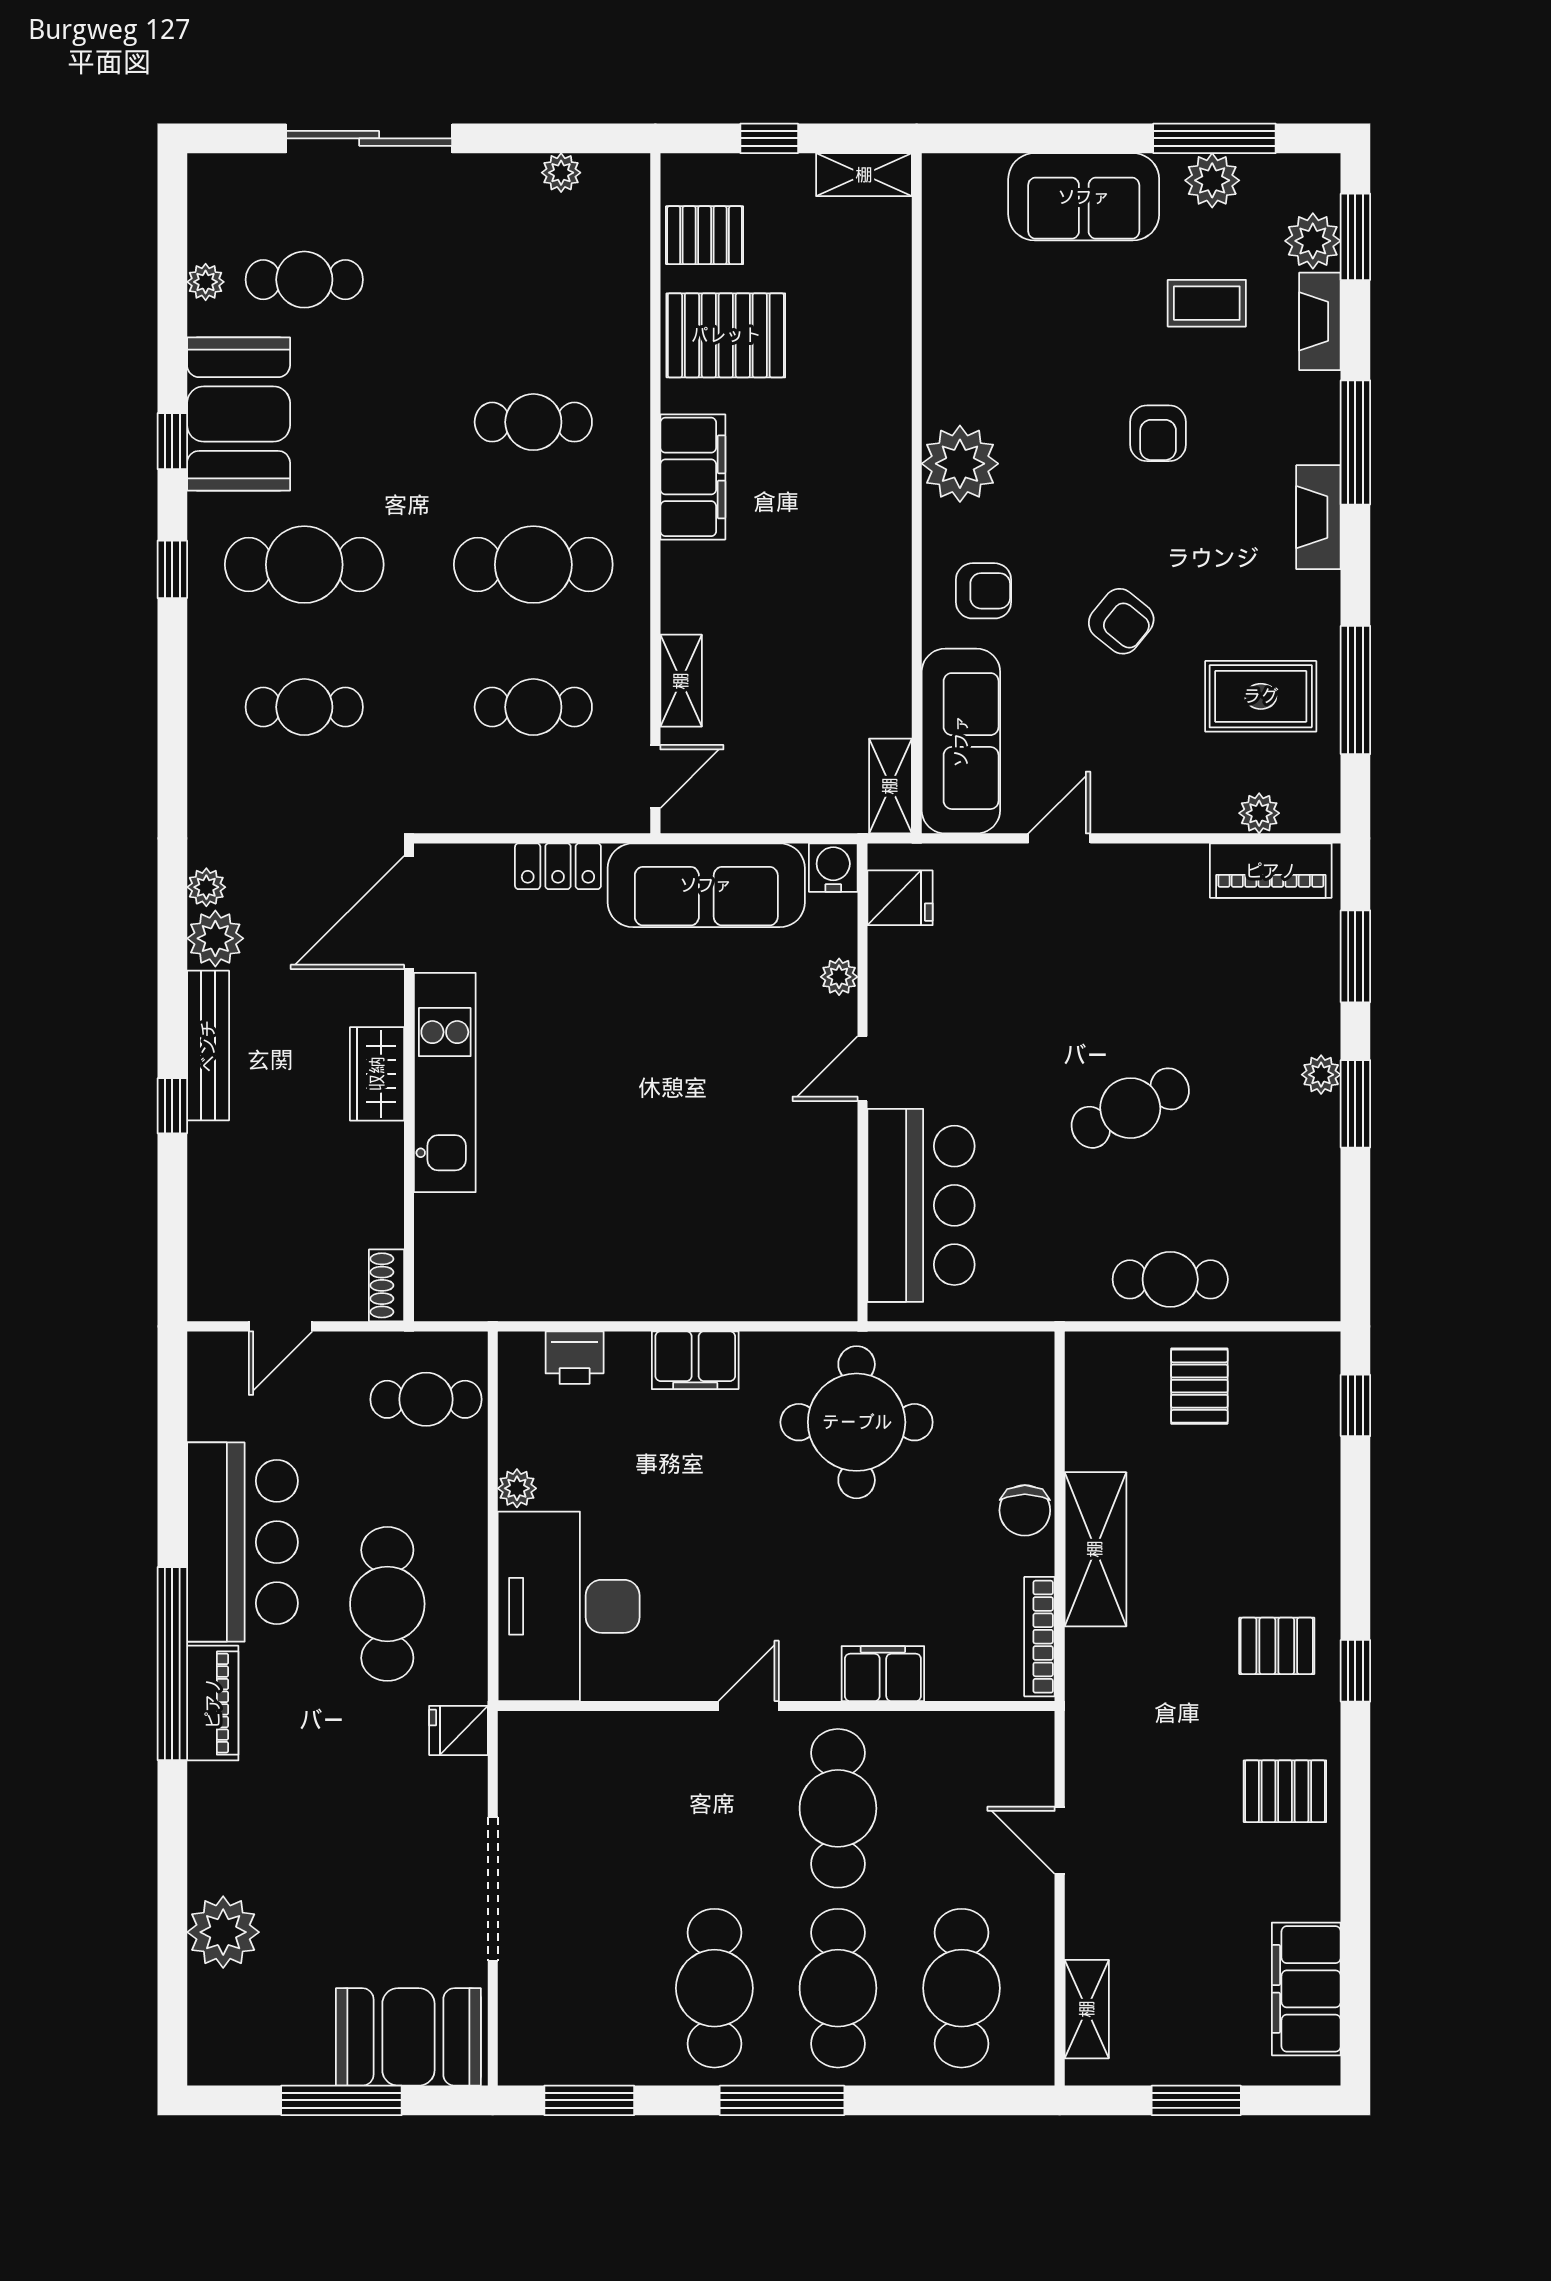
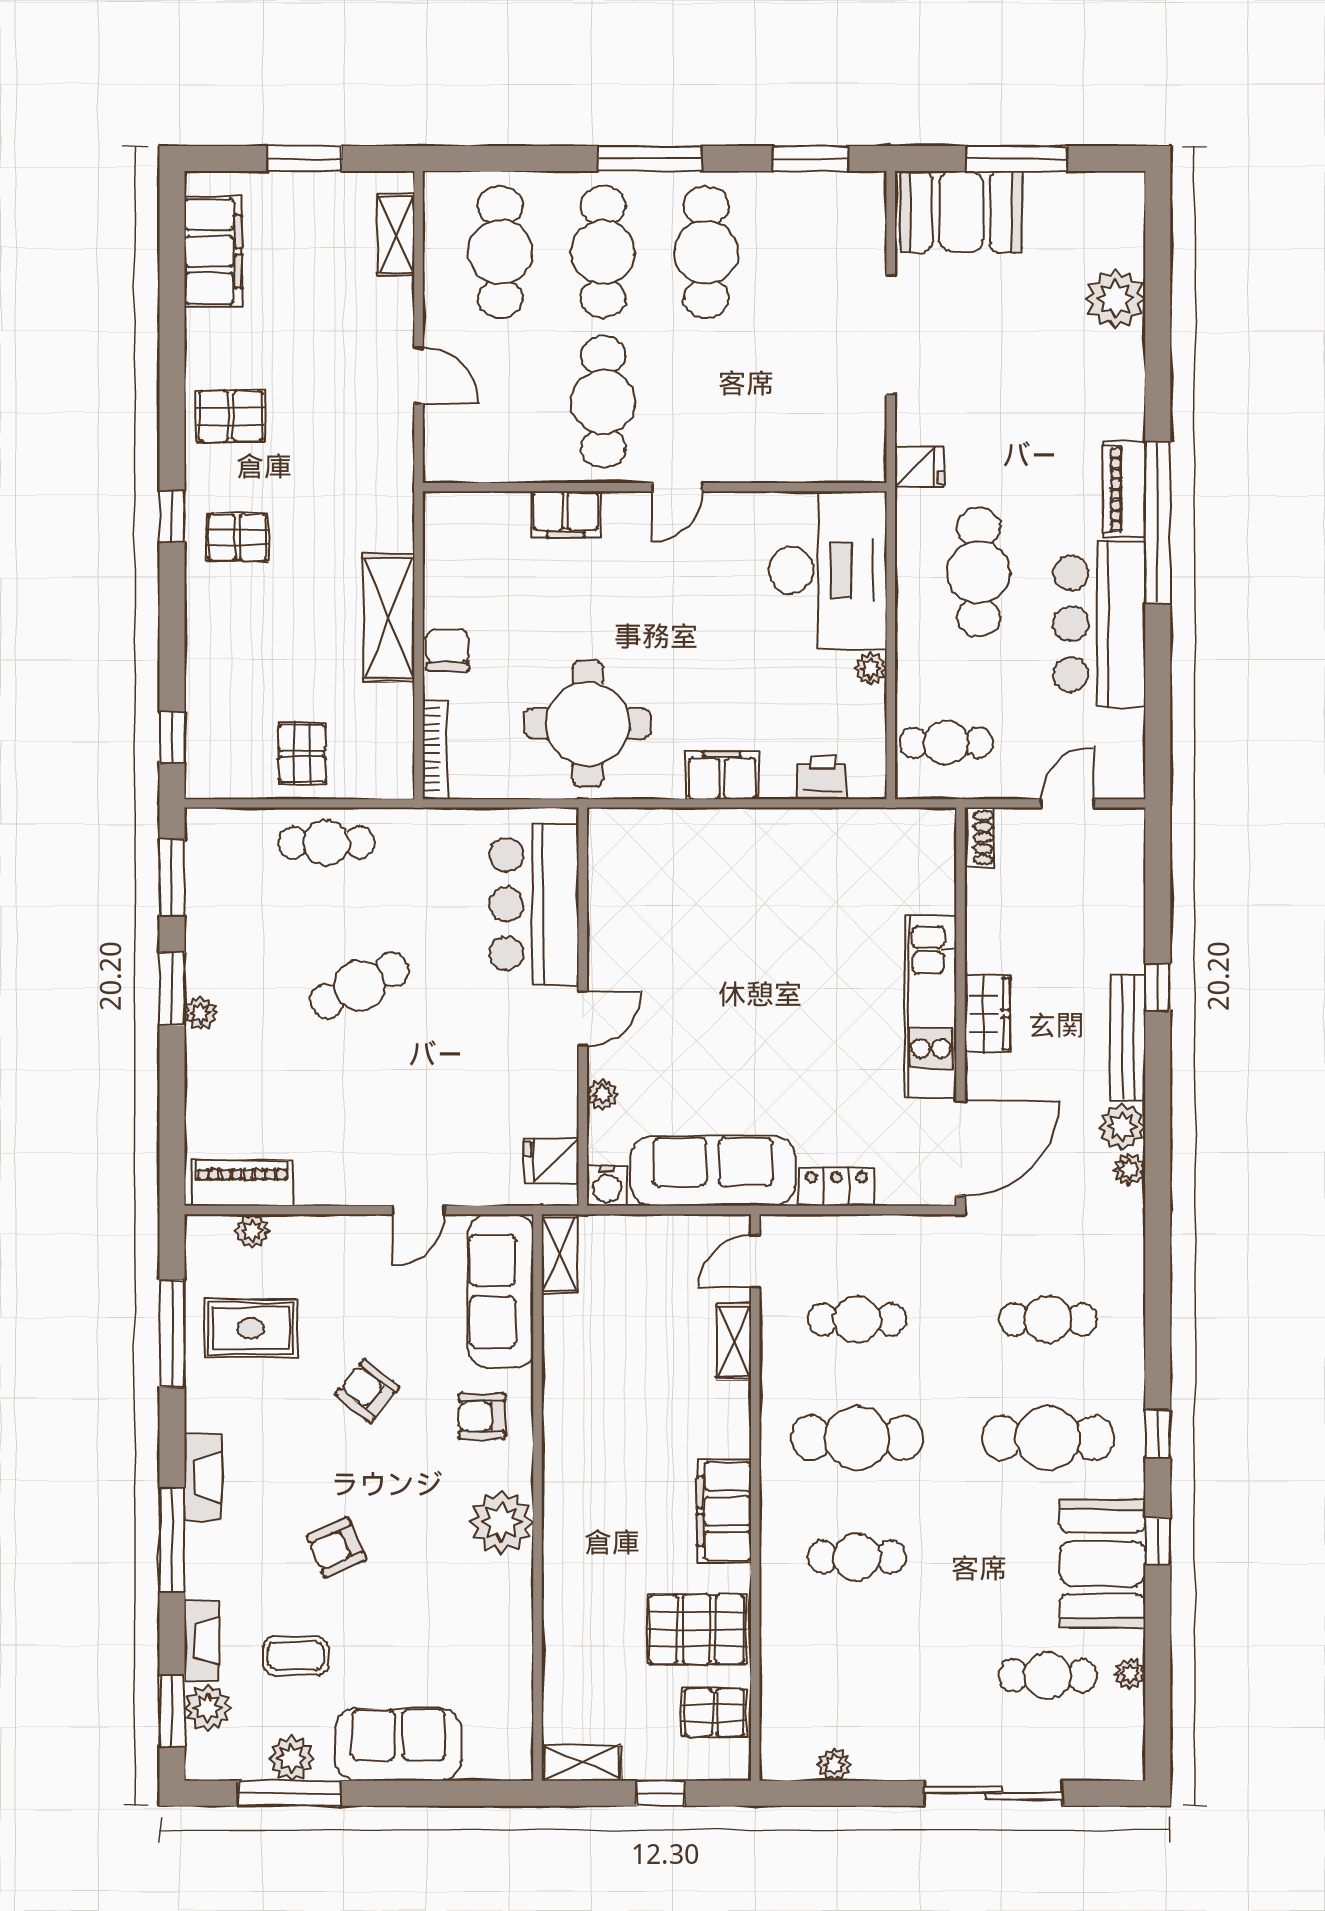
armchair: (1158, 433) -> (336, 1548), turned -114
window: (1355, 956) -> (172, 877), moved
bookcase: (1039, 1637) -> (435, 750), moved

